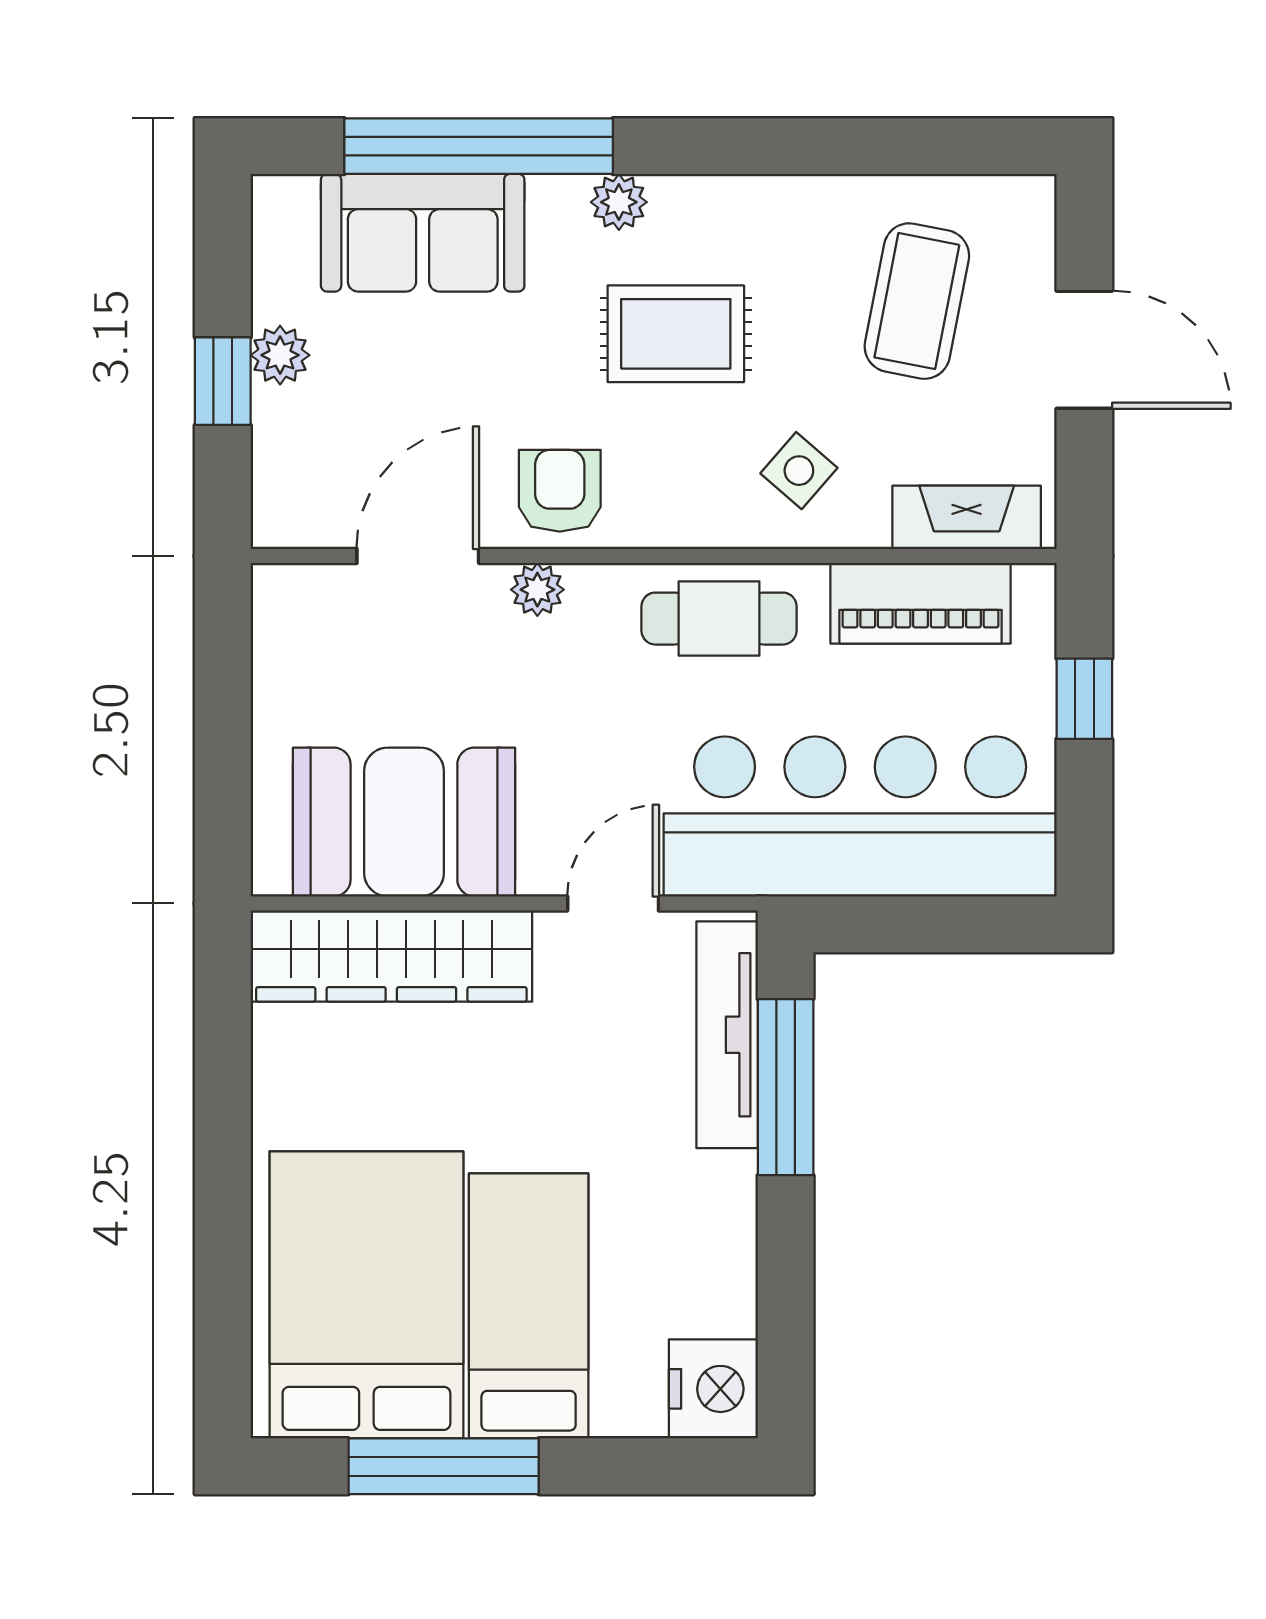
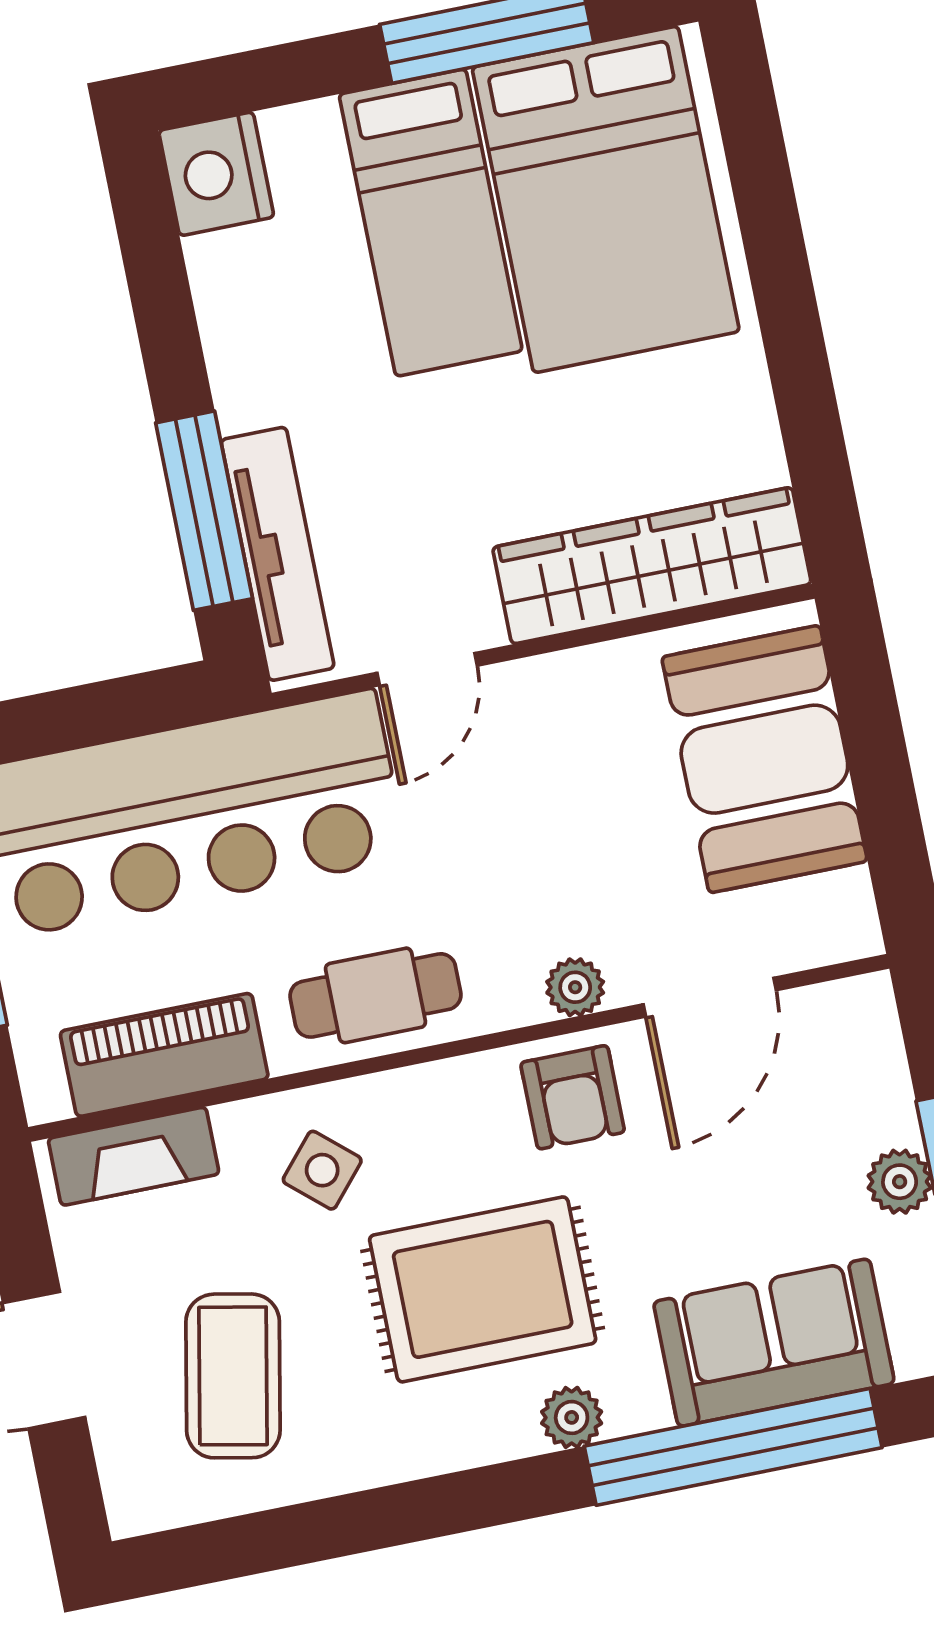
rug: (676, 334) -> (483, 1289), width x1.36, depth x1.43
booth: (404, 822) -> (764, 759), moved, turned 90

